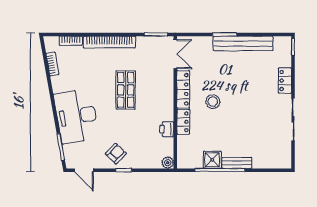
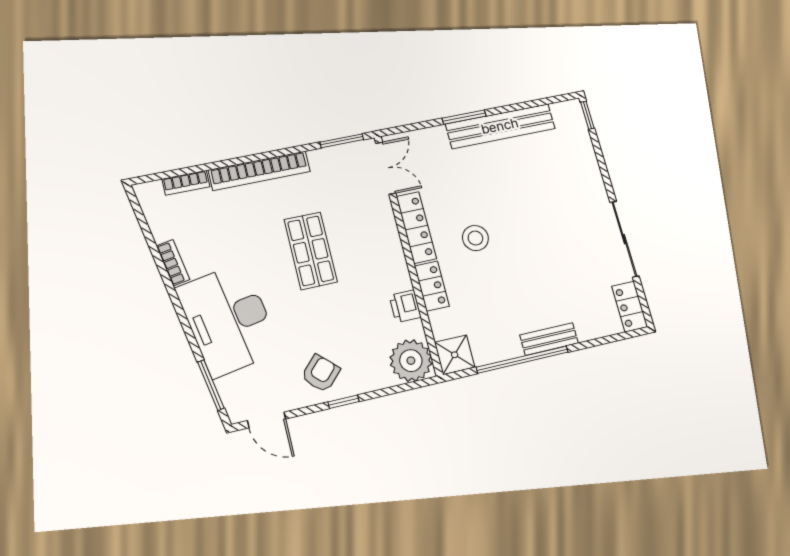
bookcase: (52, 64) -> (173, 263), moved
locker: (285, 81) -> (630, 307), moved
shower: (212, 160) -> (455, 355), moved
plant: (168, 163) -> (411, 361), width x1.88, depth x1.88

